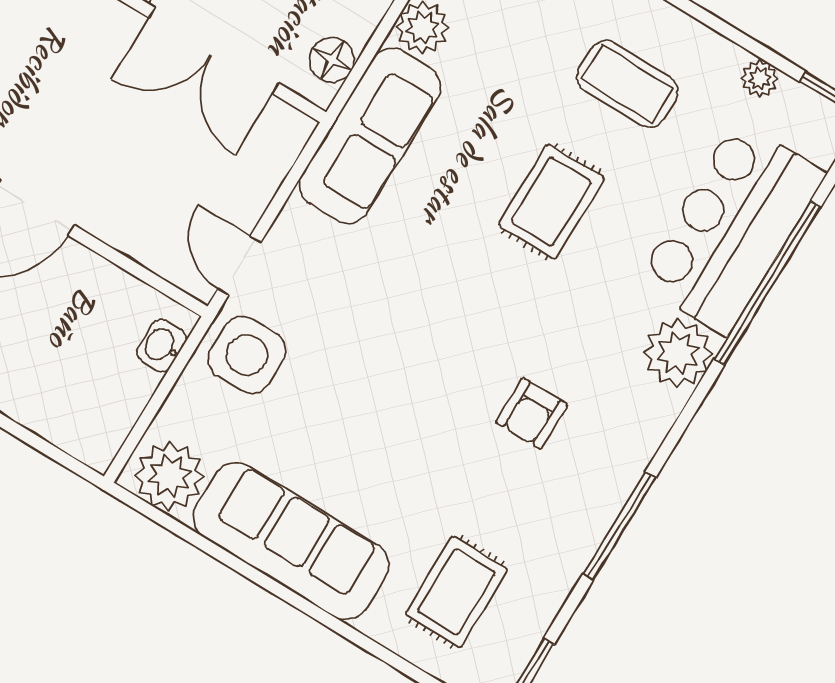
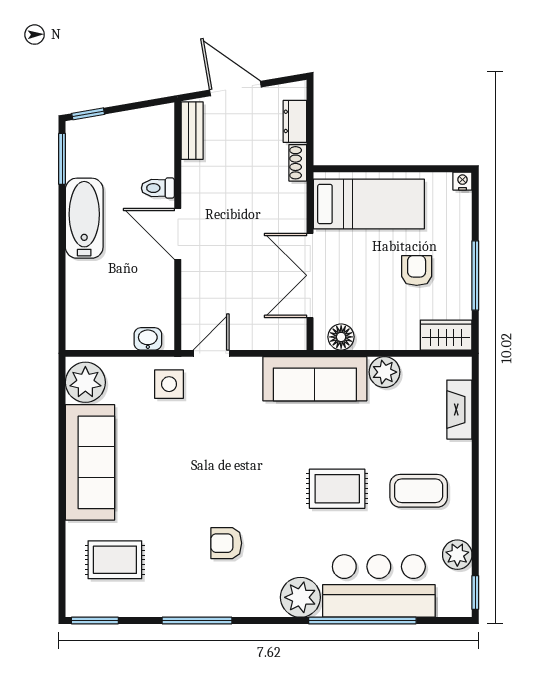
plant: (759, 79) -> (457, 555), width x1.38, depth x1.38
coffee table: (627, 84) -> (419, 491), turned 90
side table: (247, 355) -> (169, 384), width x0.73, depth x0.73

